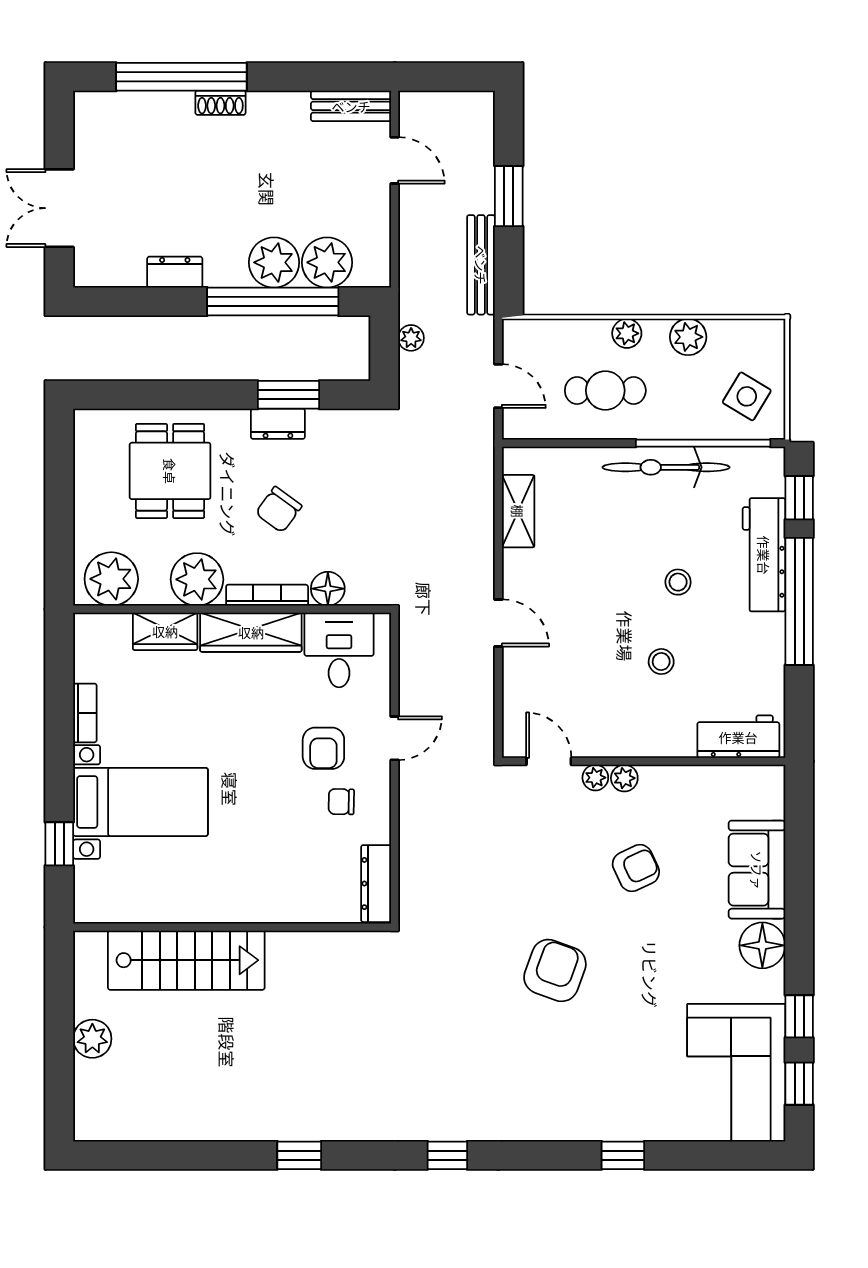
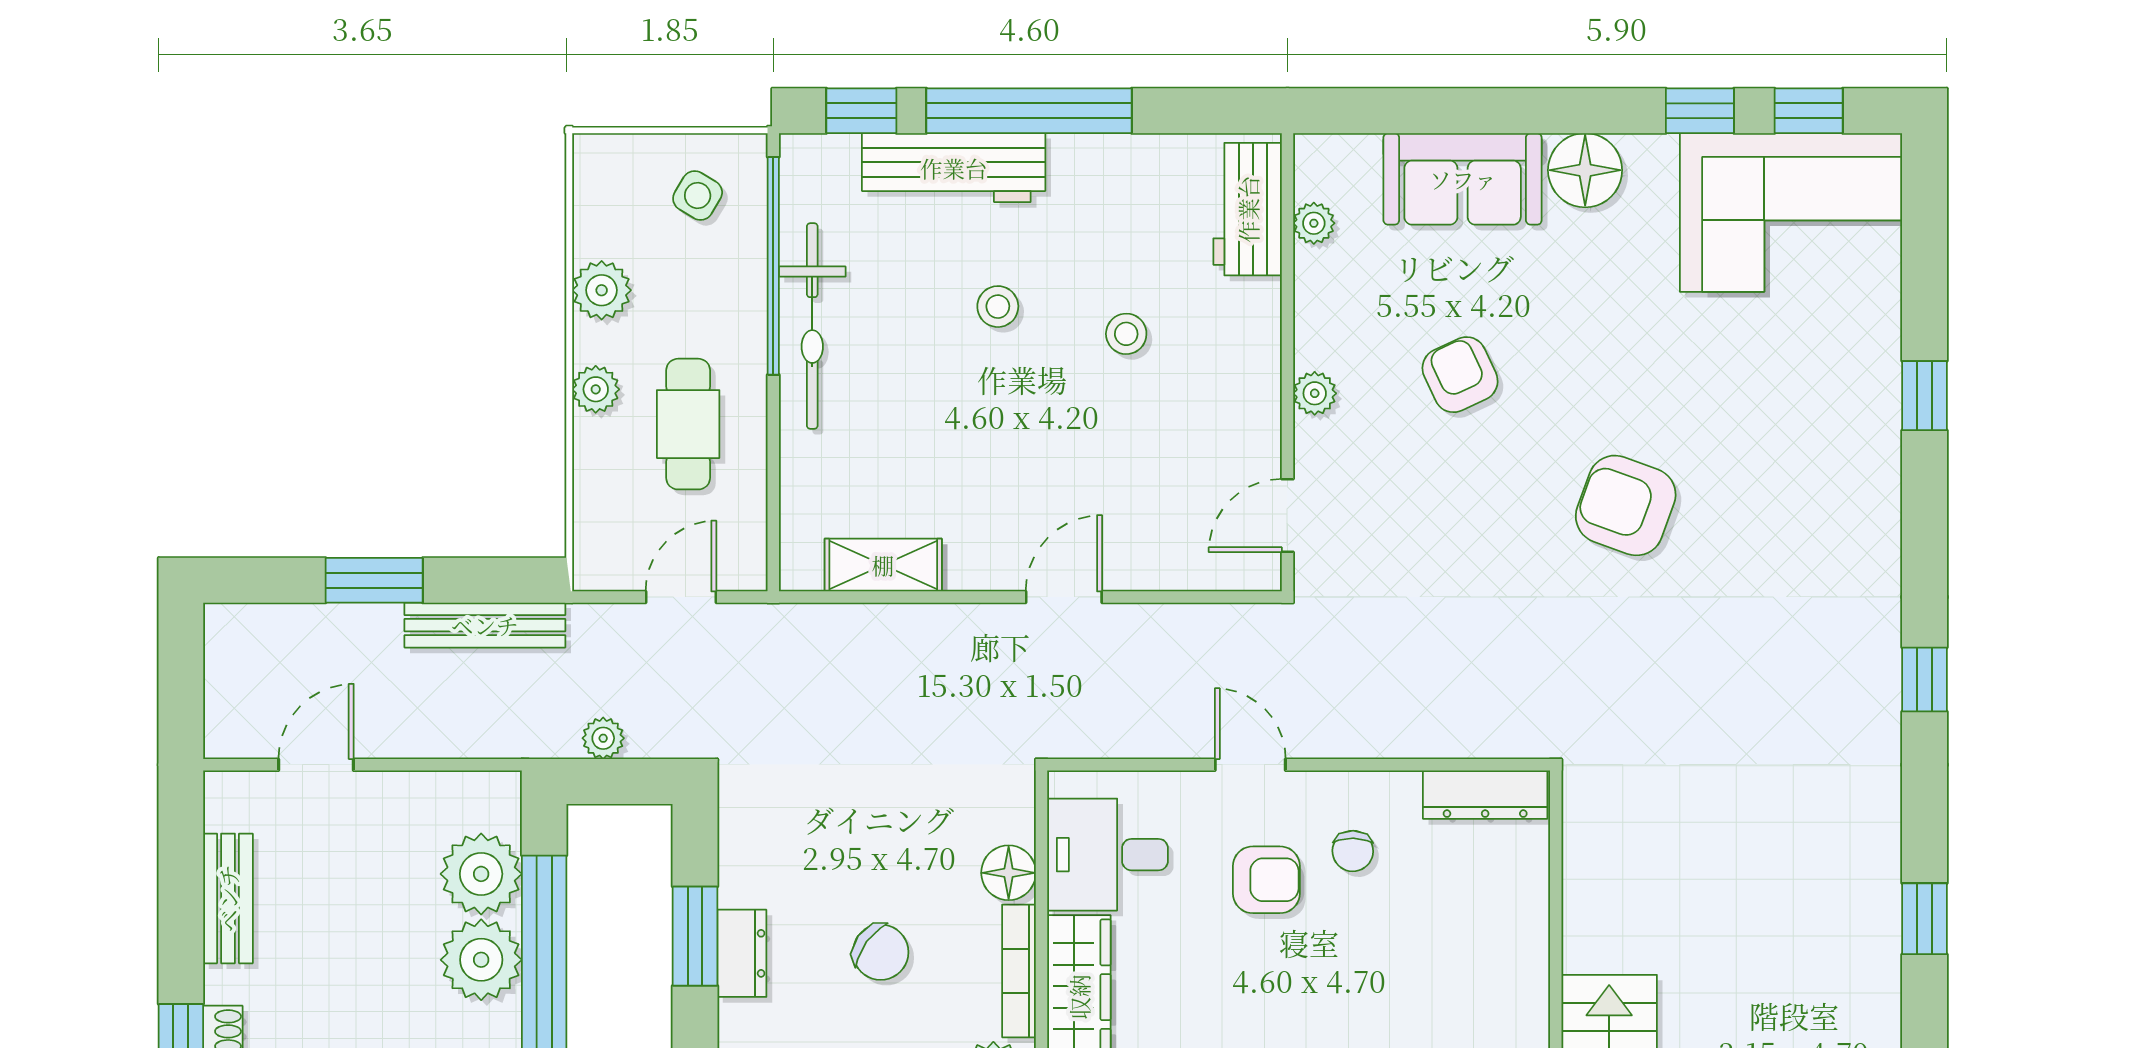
bench: (351, 106) -> (228, 898), moved
side table: (747, 396) -> (698, 196), width x0.73, depth x0.73
plant: (595, 778) -> (1314, 223), moved

